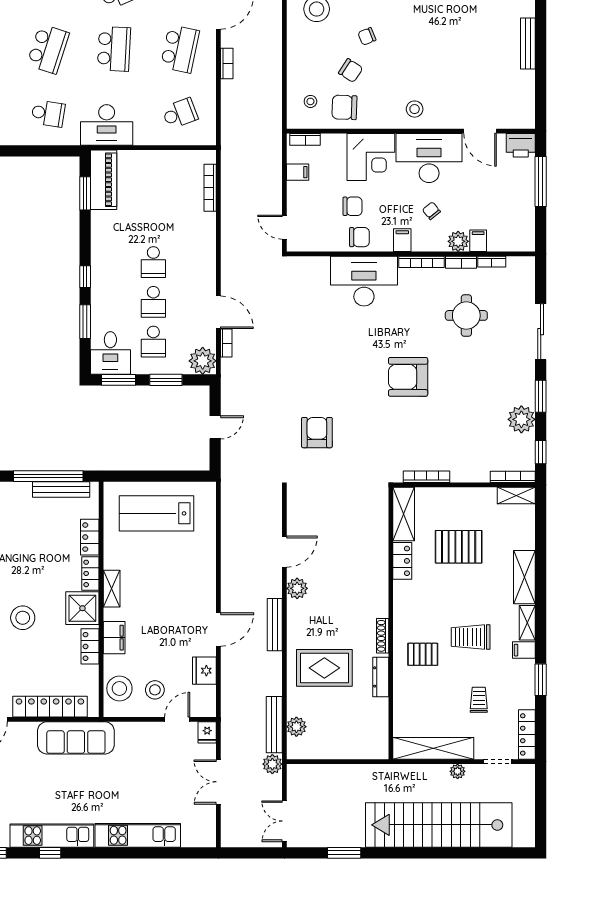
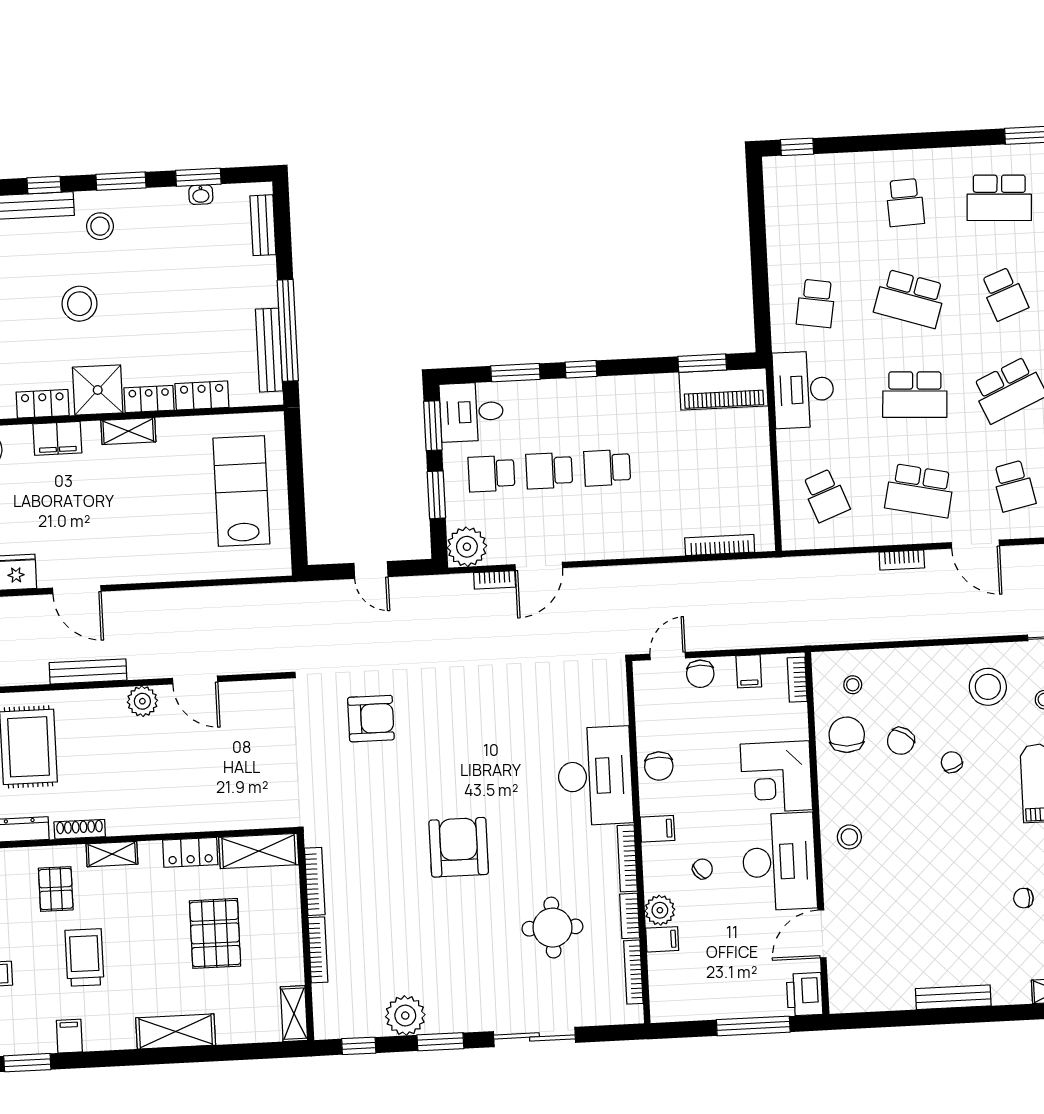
chair: (353, 206) -> (700, 674), moved
bookcase: (492, 262) -> (633, 972), width x1.56
bookcase: (513, 477) -> (318, 950), moved
shelving: (527, 623) -> (112, 854), moved

